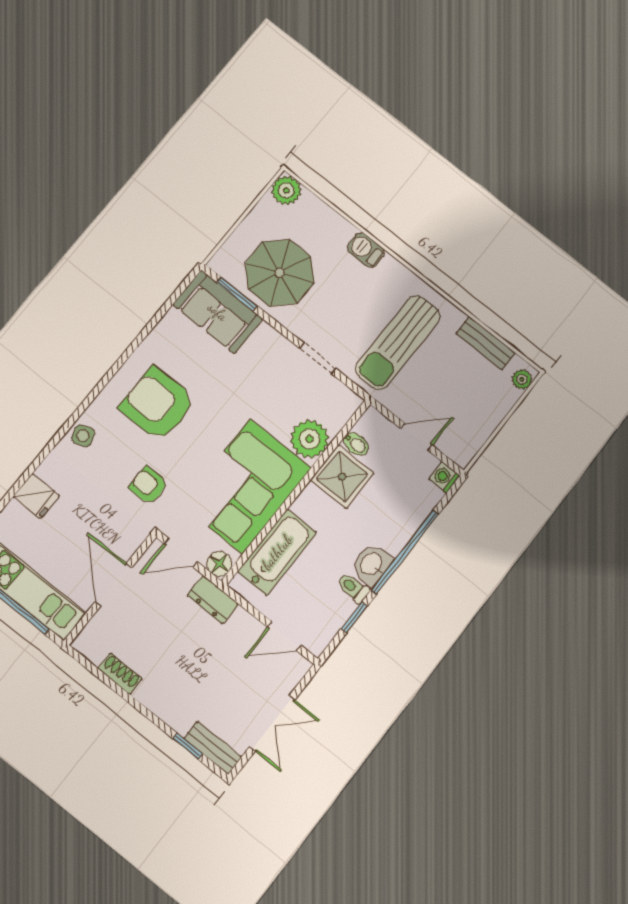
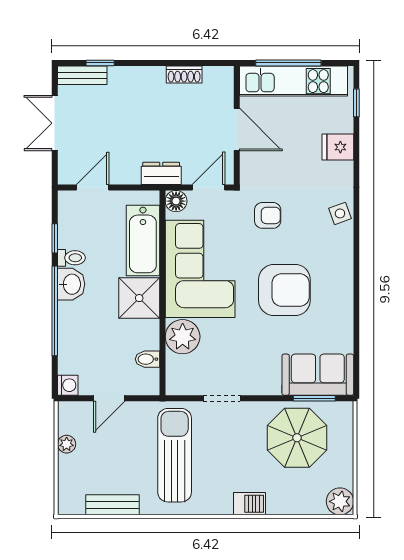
plant: (522, 379) -> (67, 444), moved
armchair: (158, 404) -> (284, 290), moved
shower: (342, 477) -> (139, 298), moved

